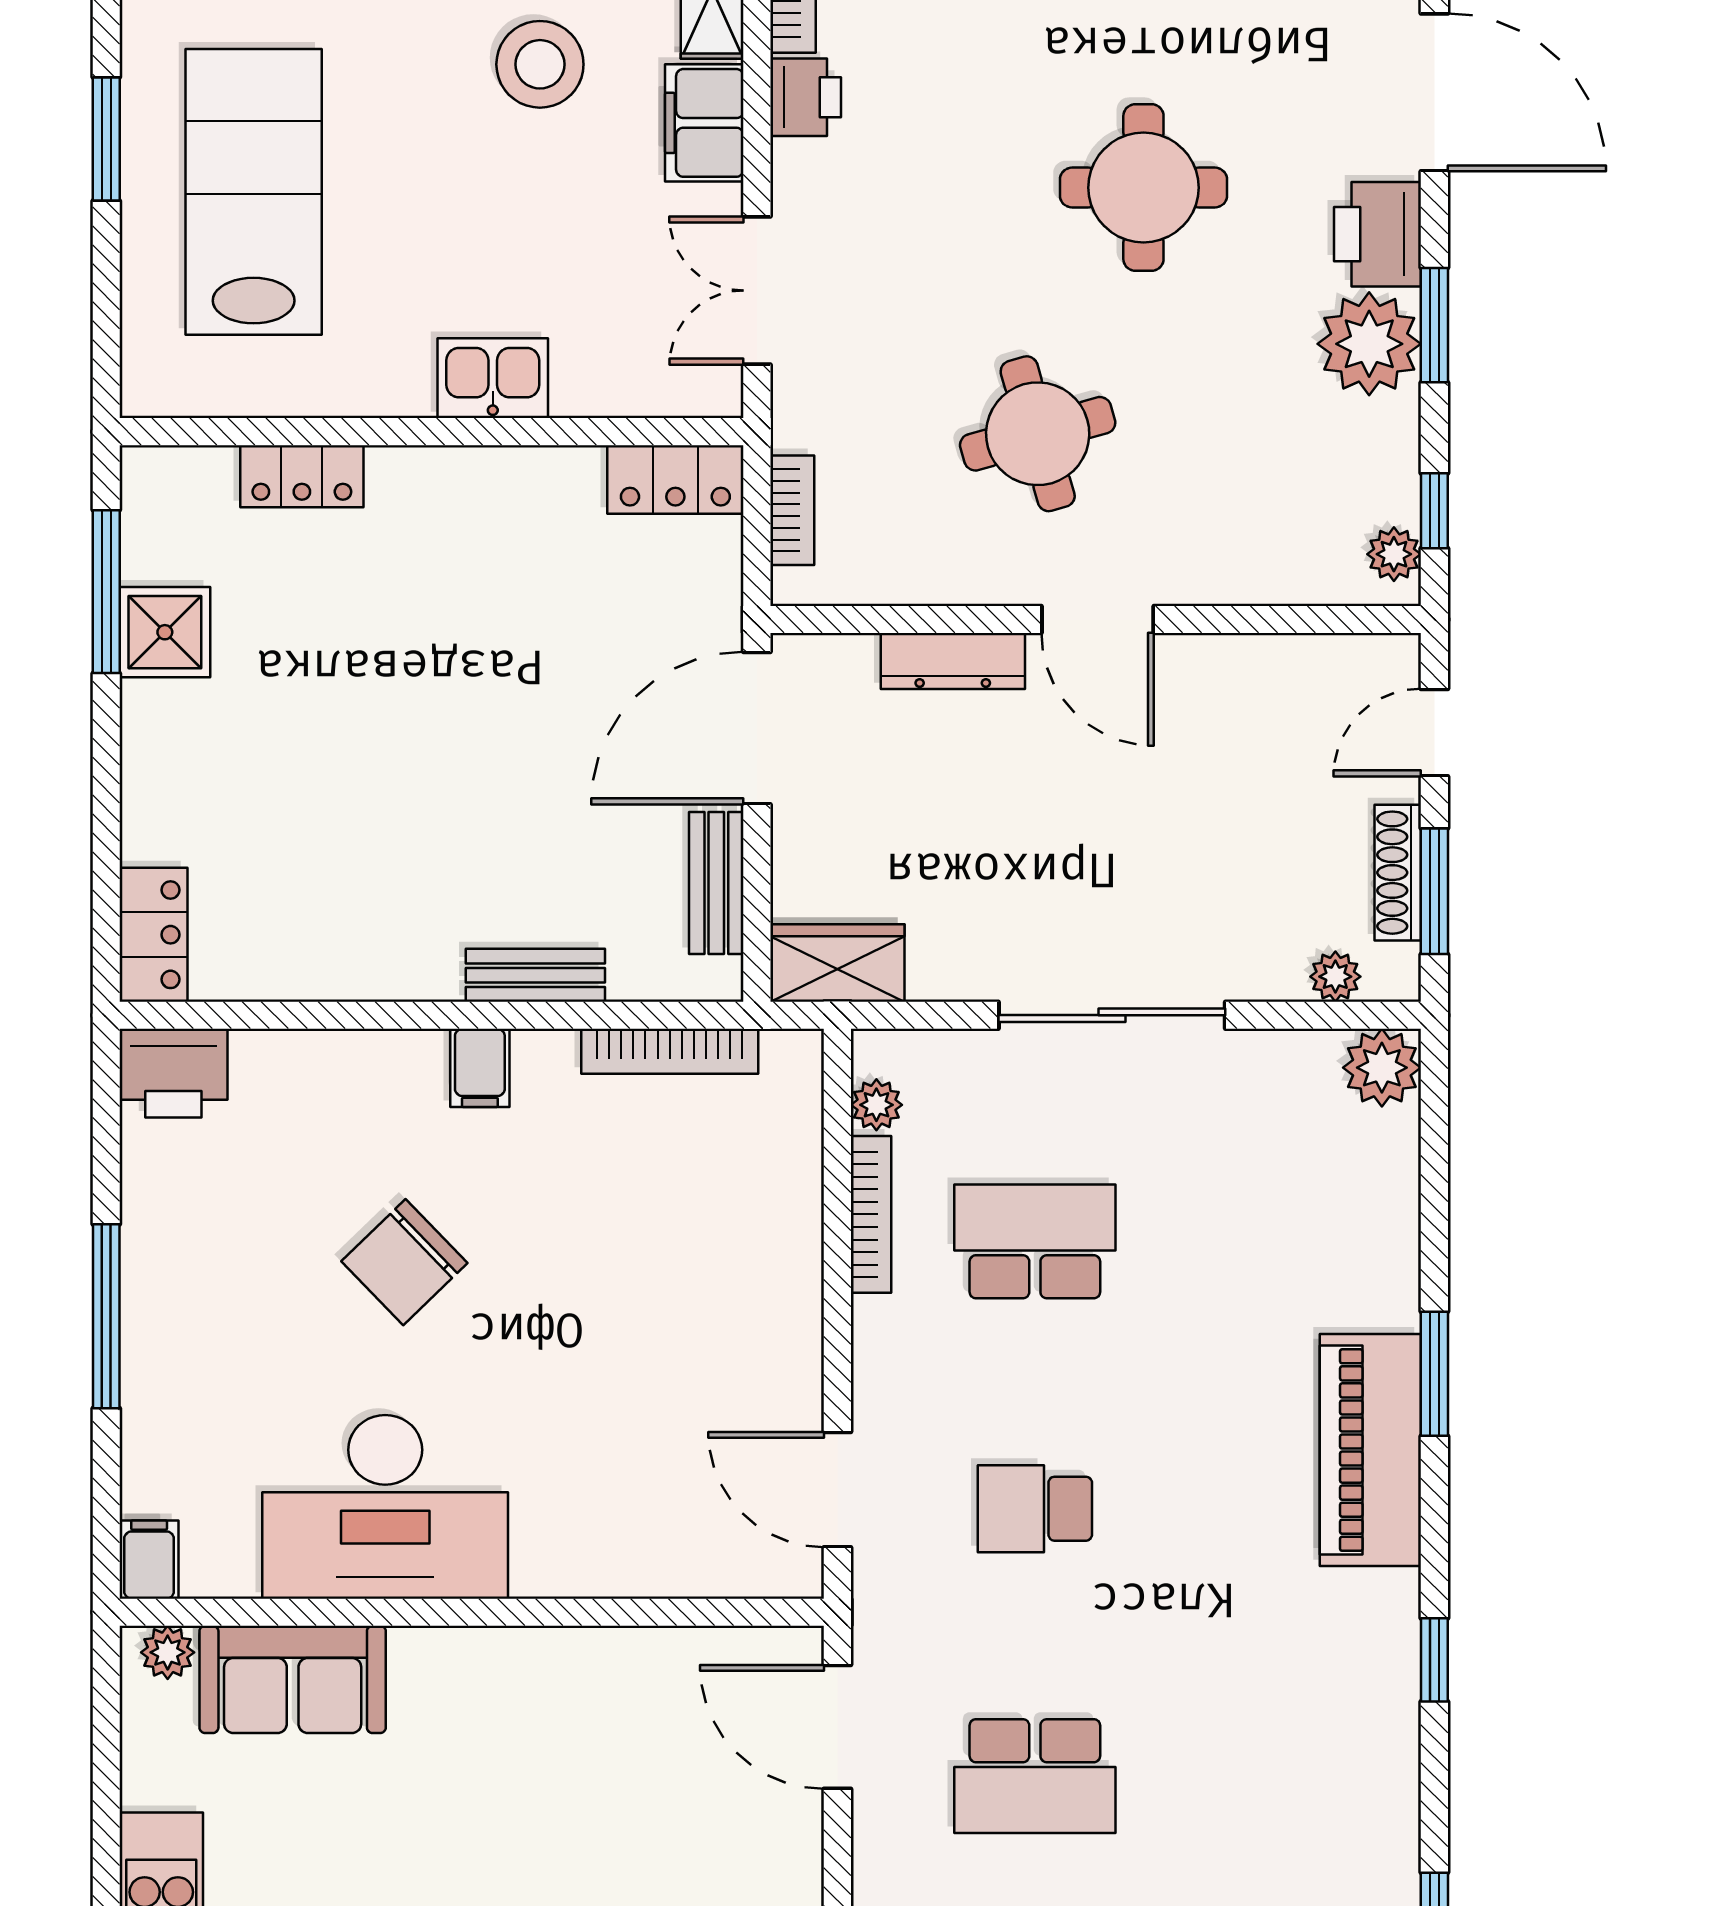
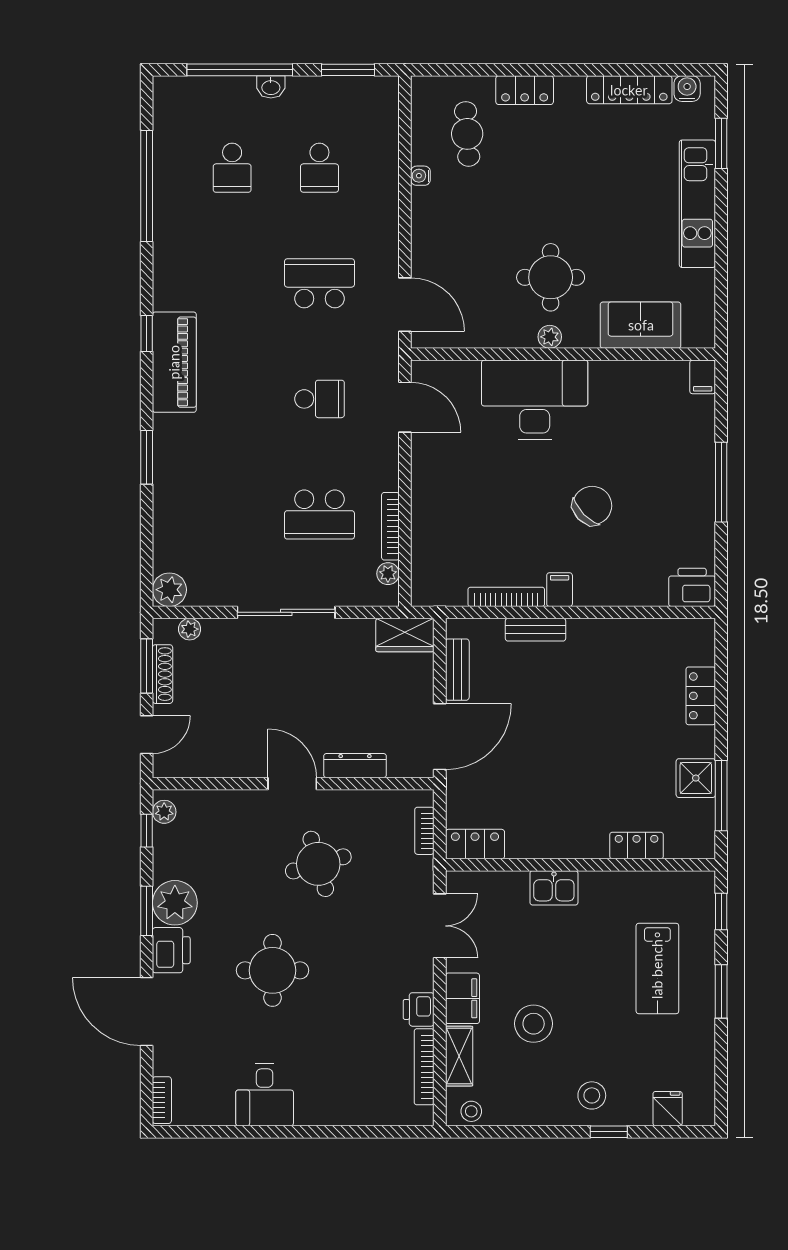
lab bench: (254, 192) -> (657, 969), width x0.73, depth x0.72
window: (106, 324) -> (721, 911), added
locker: (154, 935) -> (701, 696), moved
bookcase: (670, 1051) -> (506, 597), moved
piano: (1370, 1450) -> (174, 362), moved
desk: (385, 1507) -> (535, 400), moved
plant: (168, 1652) -> (550, 337), moved
round table: (501, 1790) -> (551, 277), added

